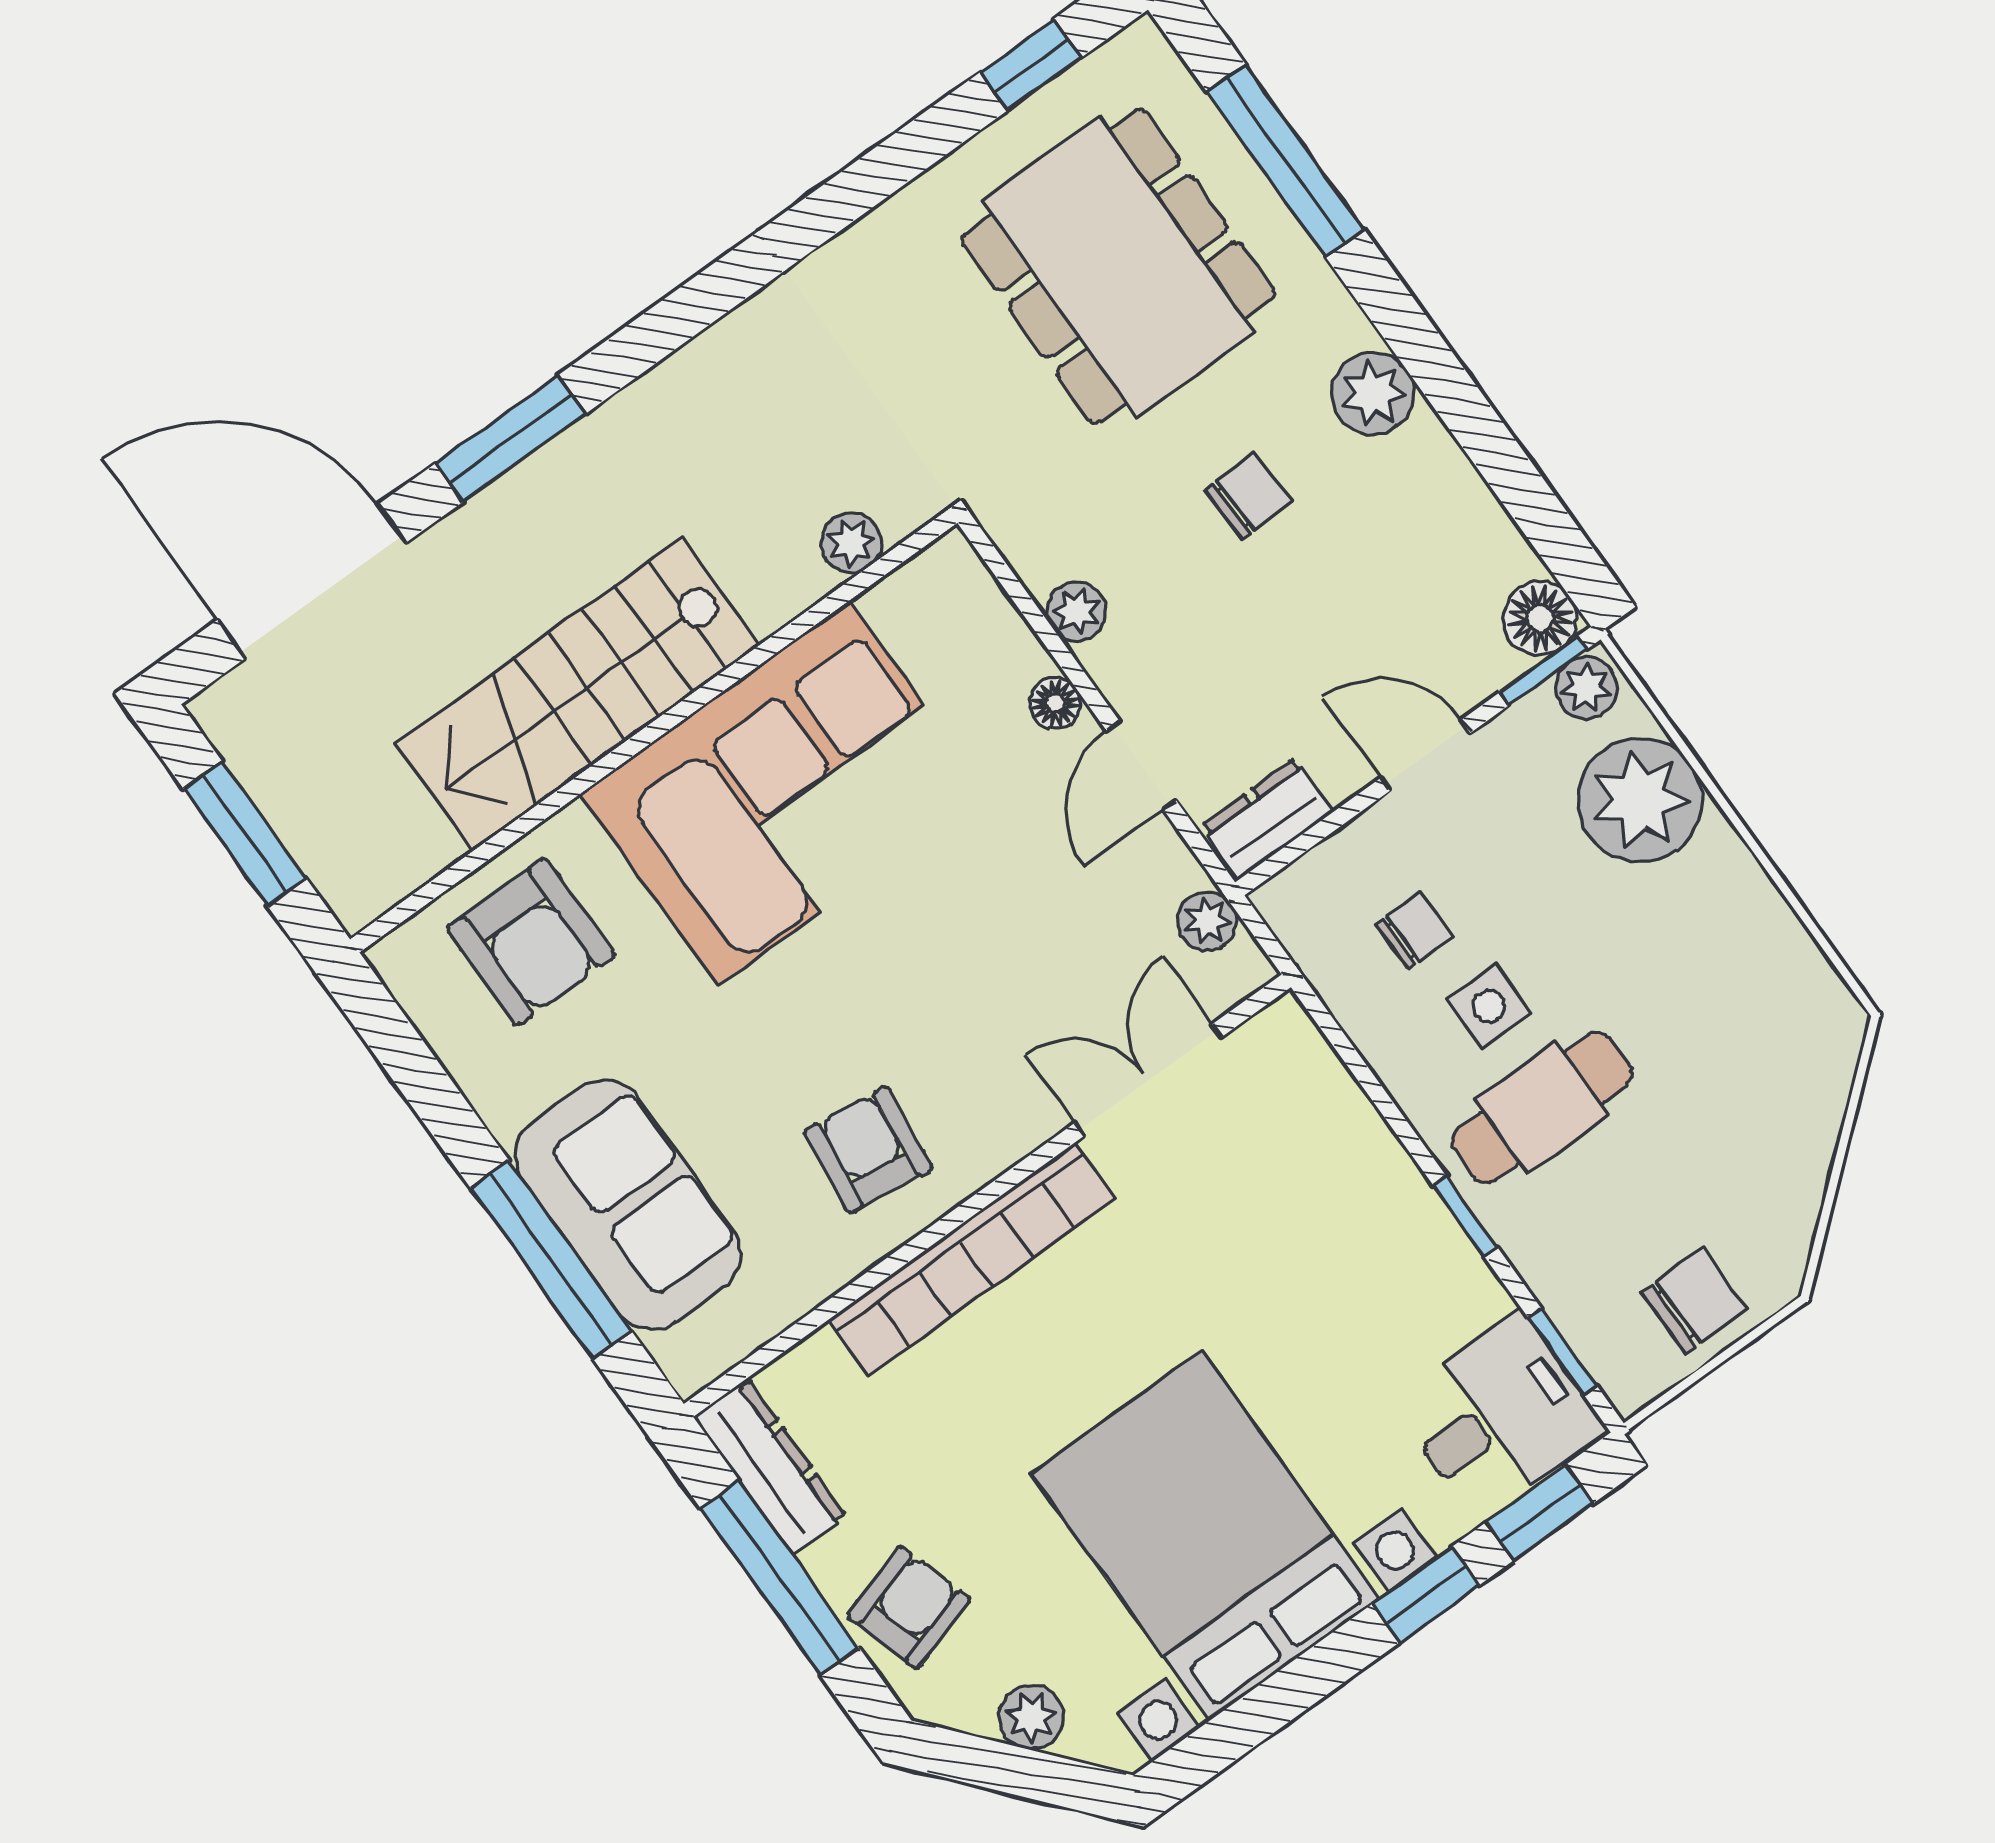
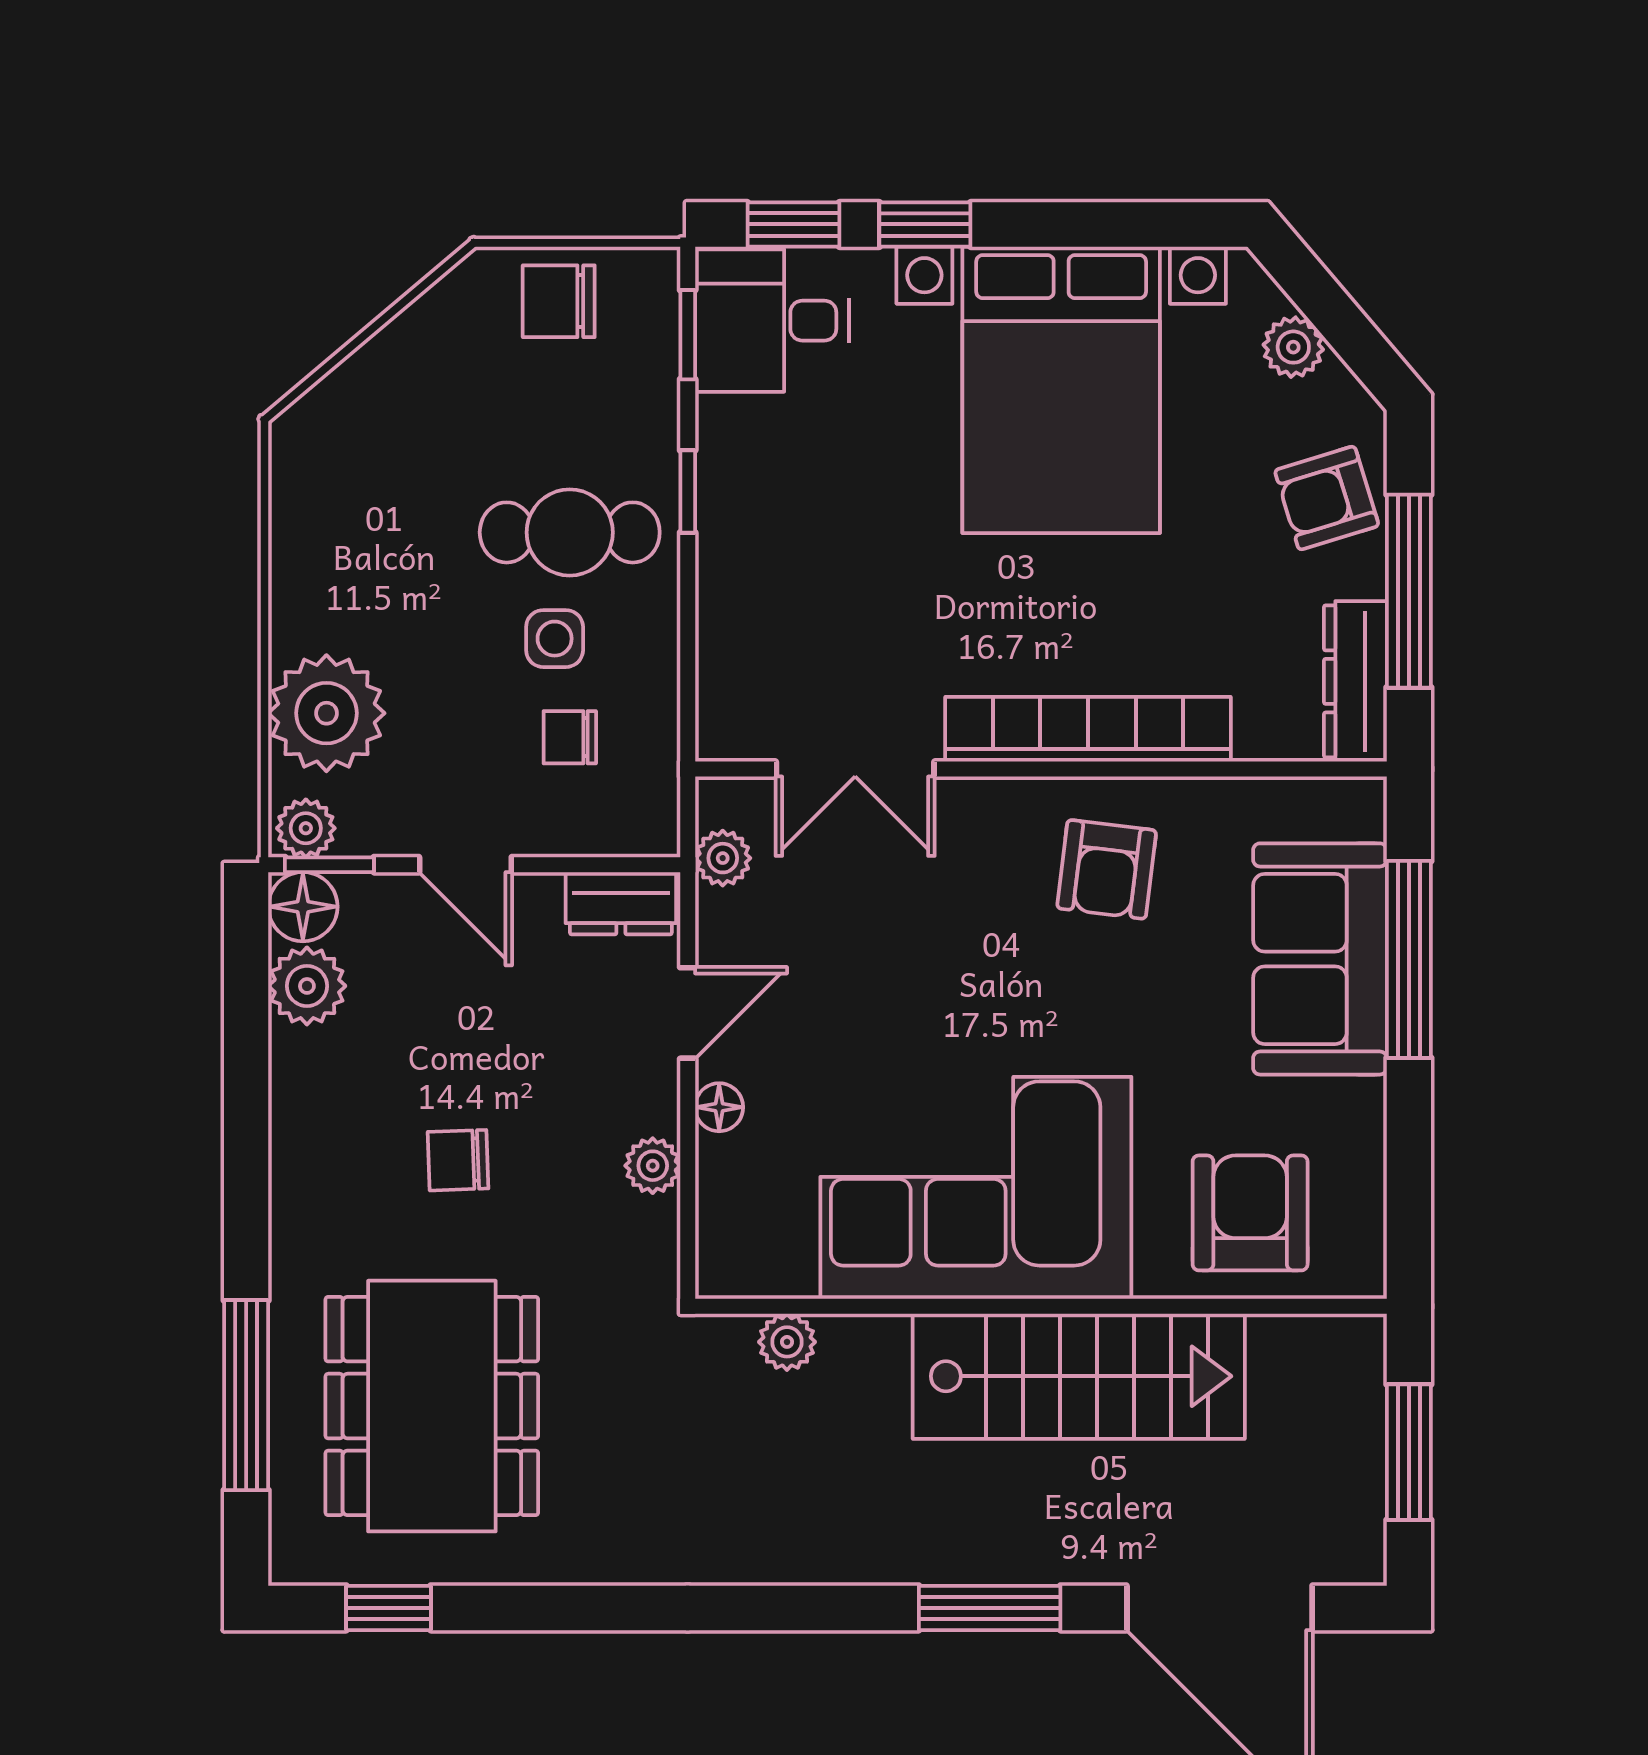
plant: (1373, 393) -> (307, 986), moved

